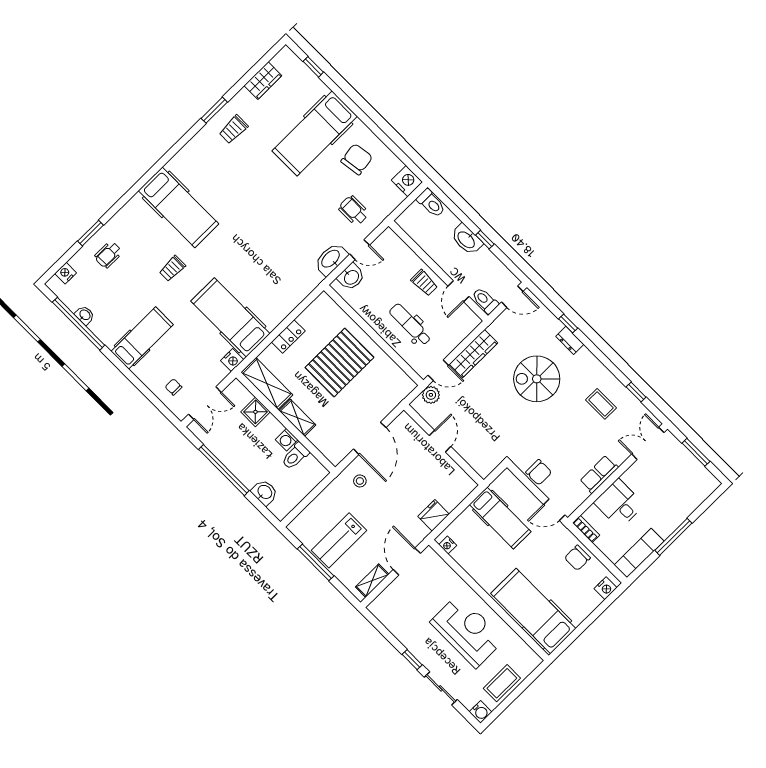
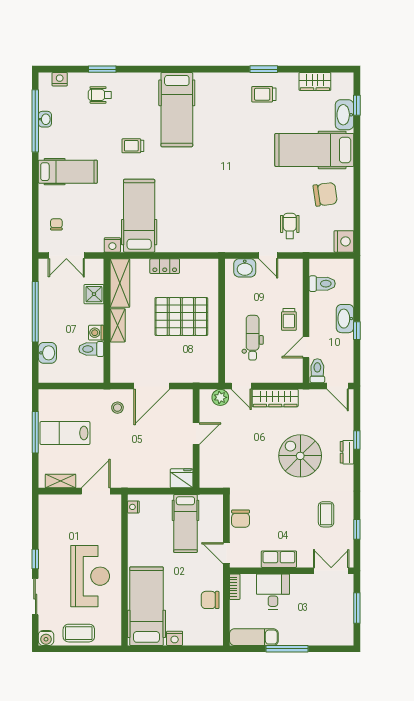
toilet: (431, 203) -> (322, 284), moved, turned -90
washbasin: (331, 259) -> (344, 115), moved, turned -90
fridge: (434, 515) -> (182, 478), moved
nightstand: (606, 588) -> (175, 638), moved

